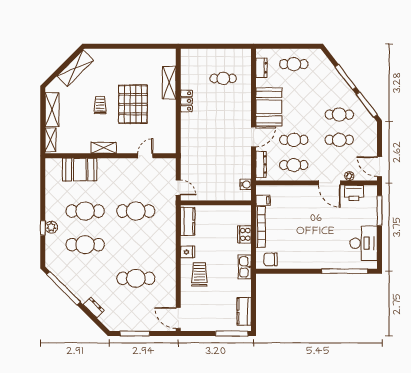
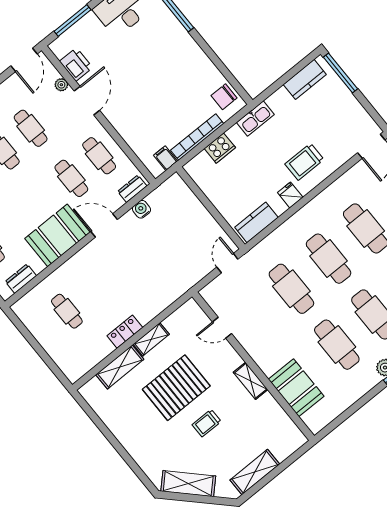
shelving: (51, 140) -> (151, 339), moved
dresser: (261, 164) -> (132, 189), width x0.70
water cooler: (246, 184) -> (142, 209), moved
cafe table: (136, 245) -> (329, 259), added
chair: (271, 259) -> (224, 97), turned 90

